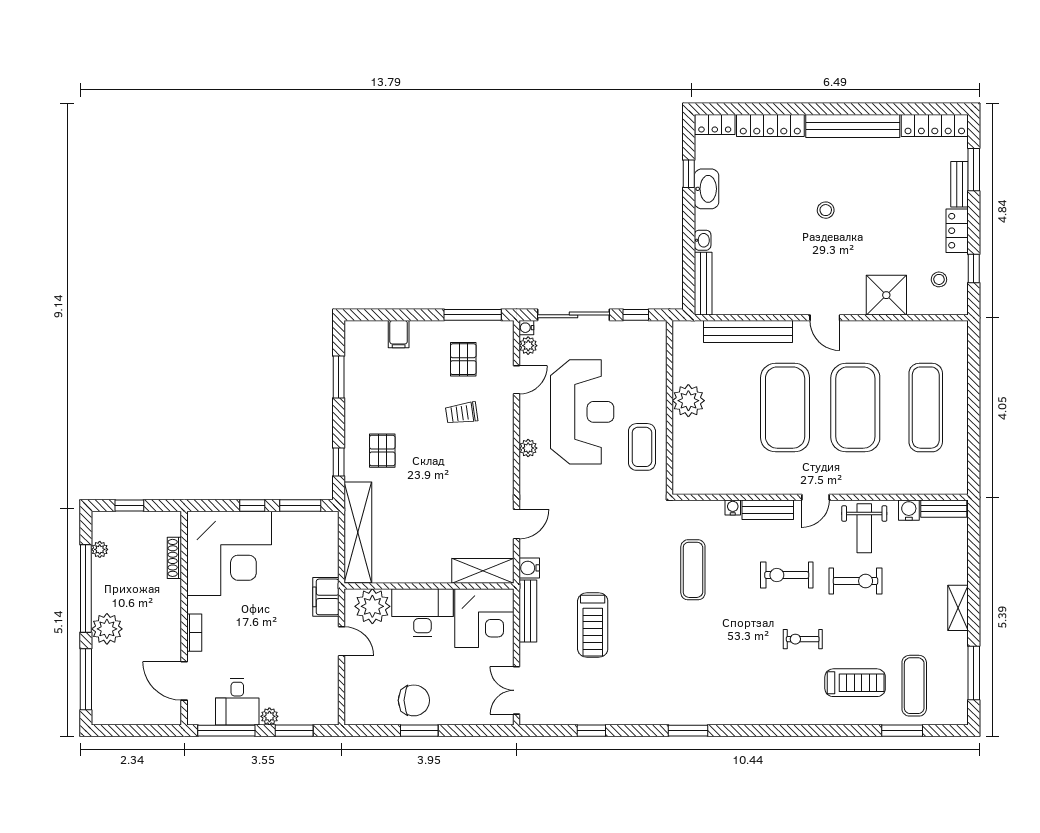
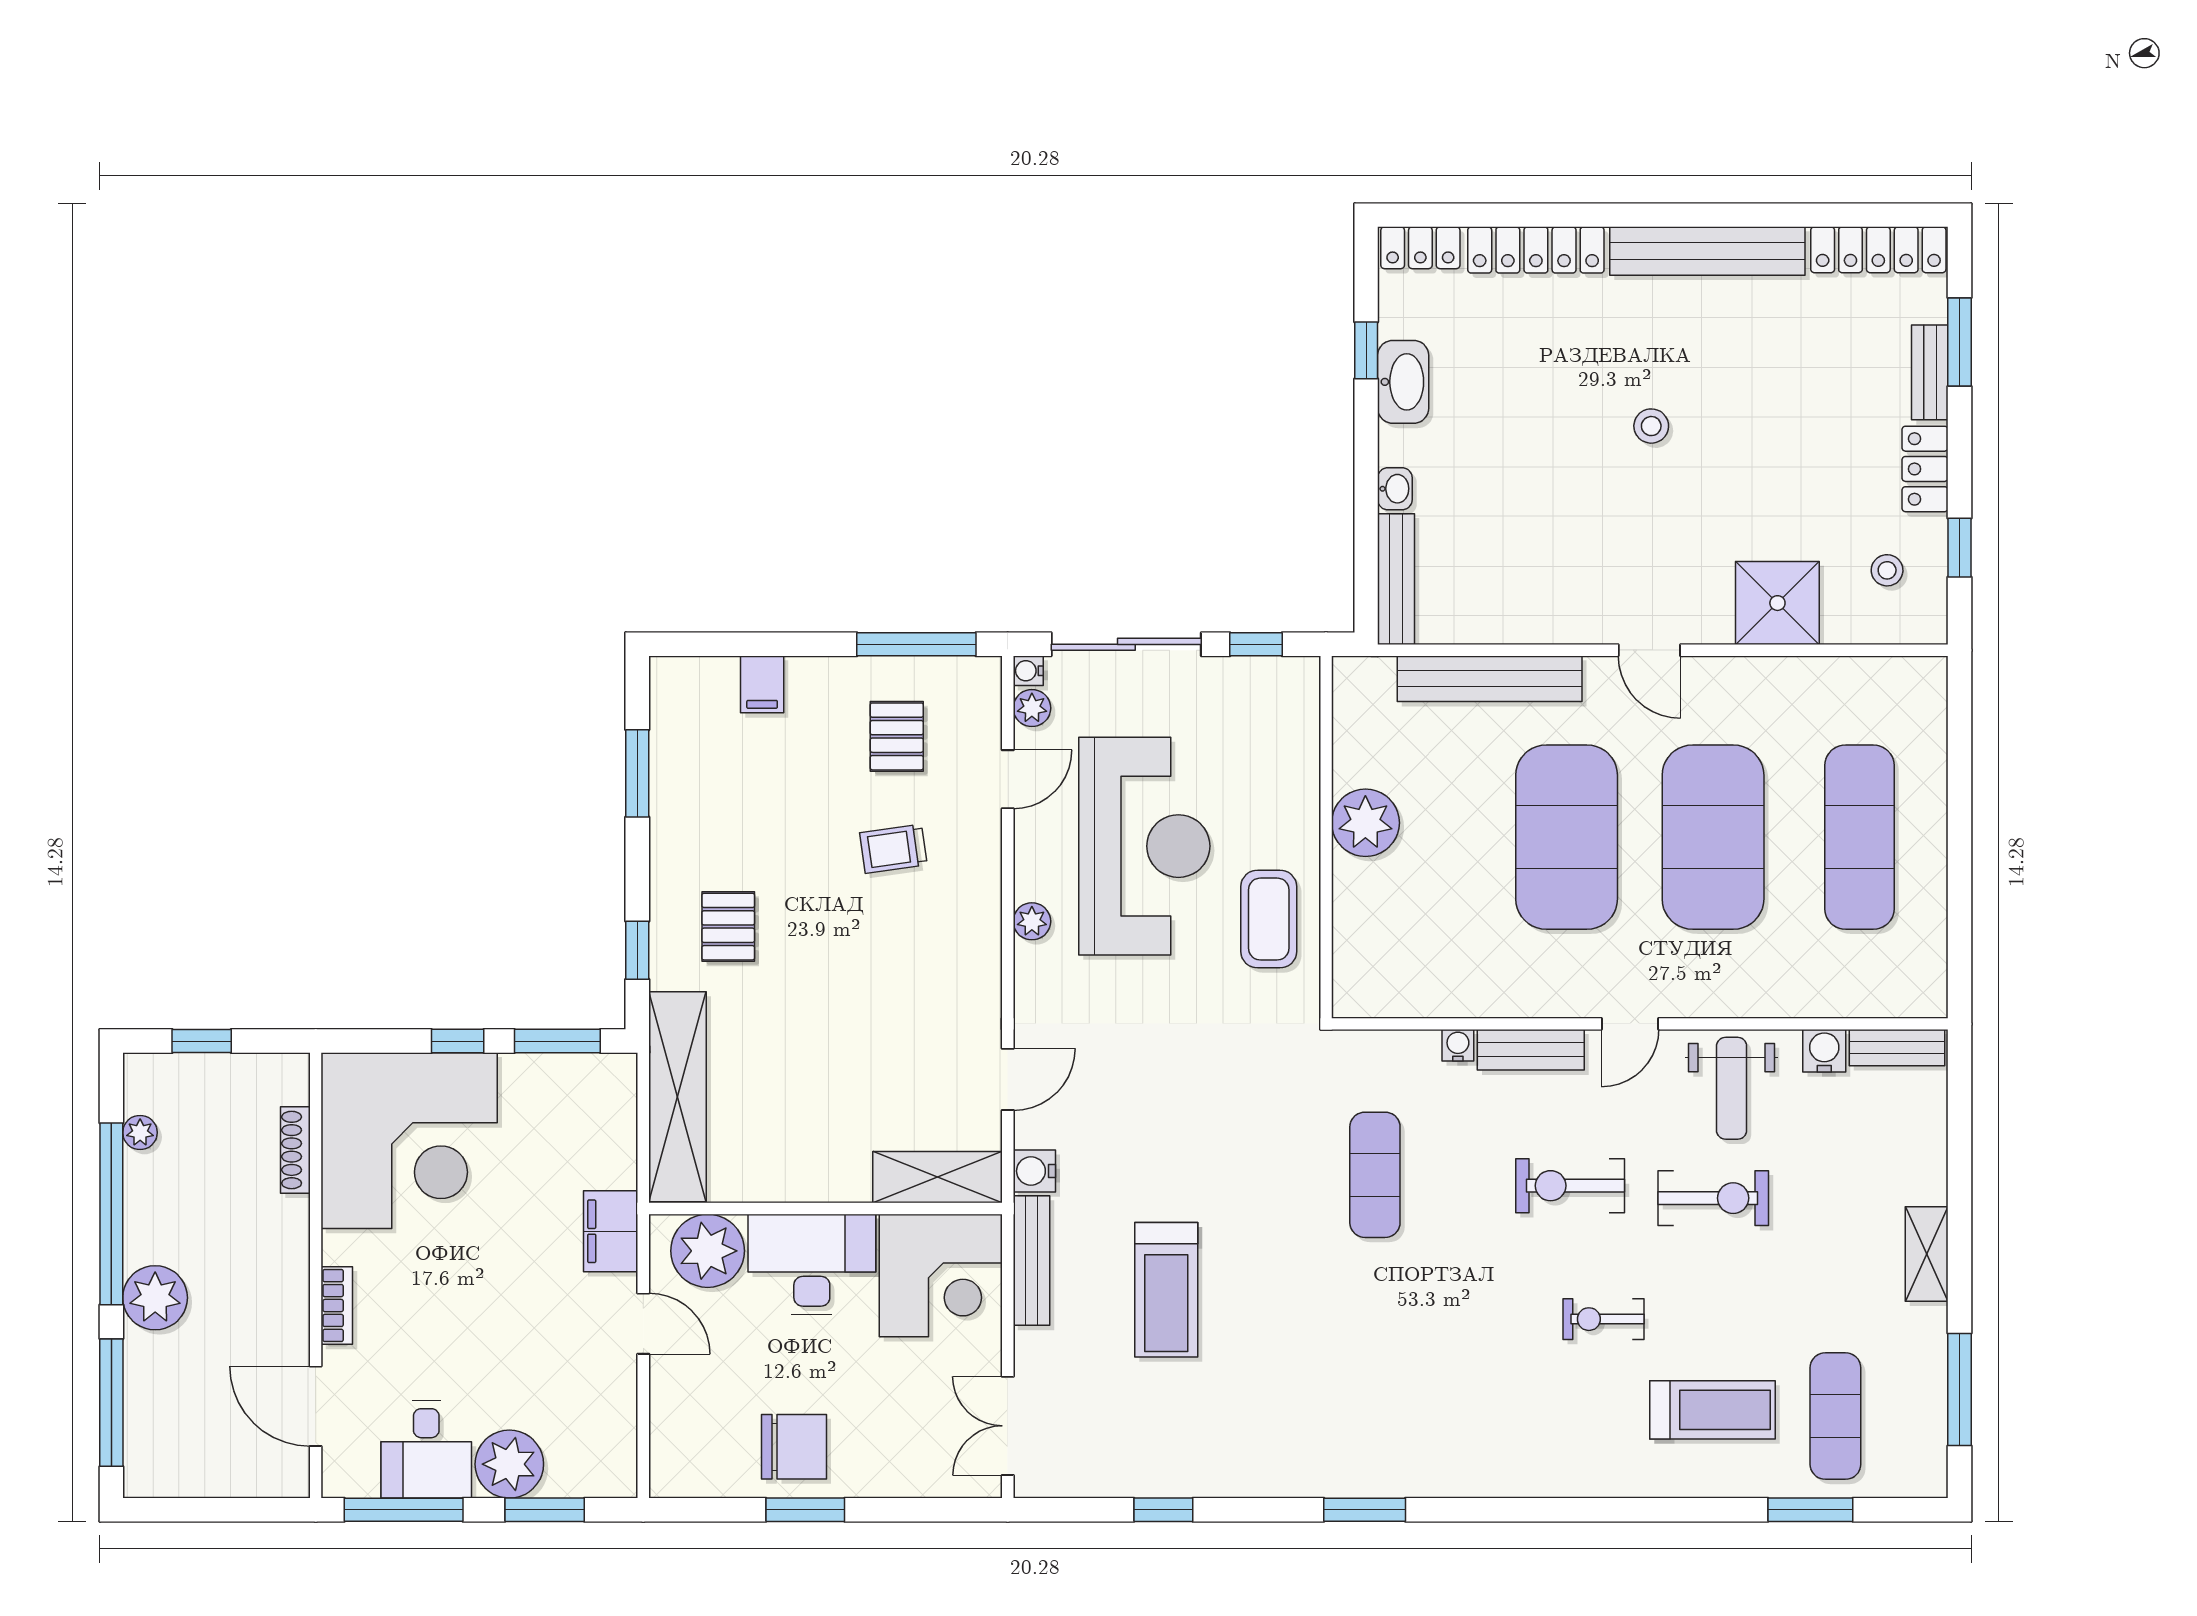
plant: (269, 716) -> (509, 1464), width x1.88, depth x1.88

